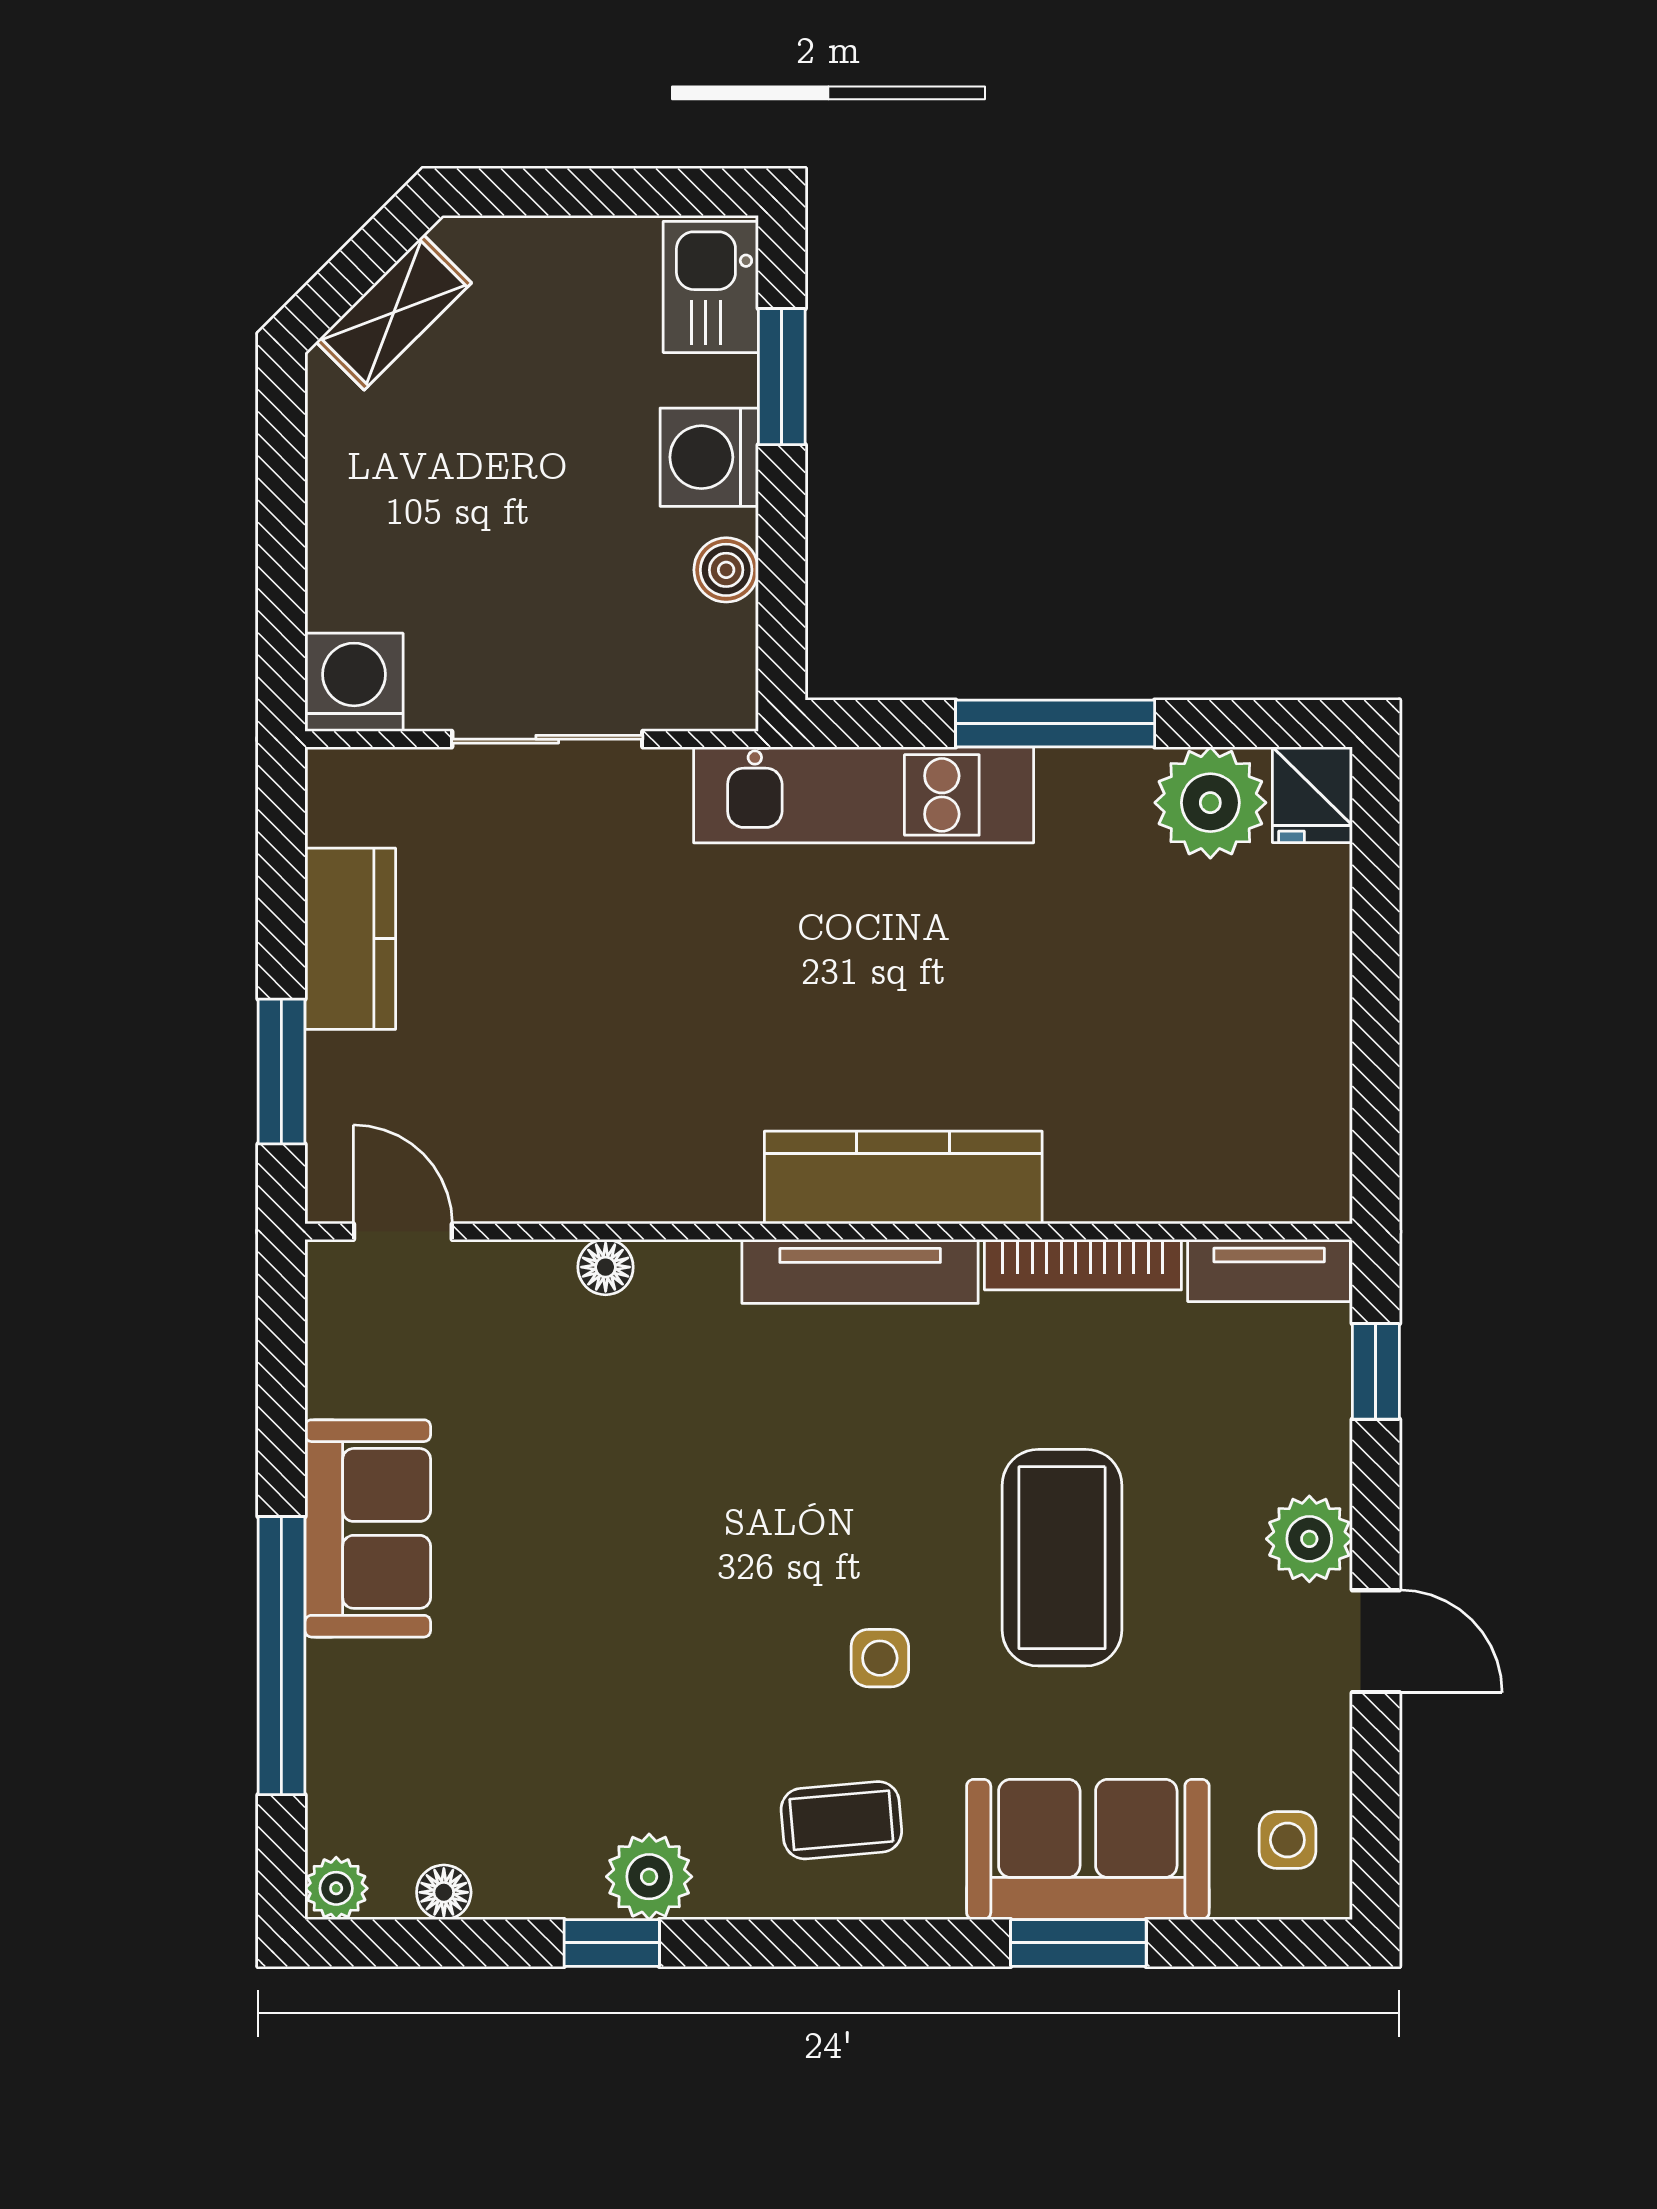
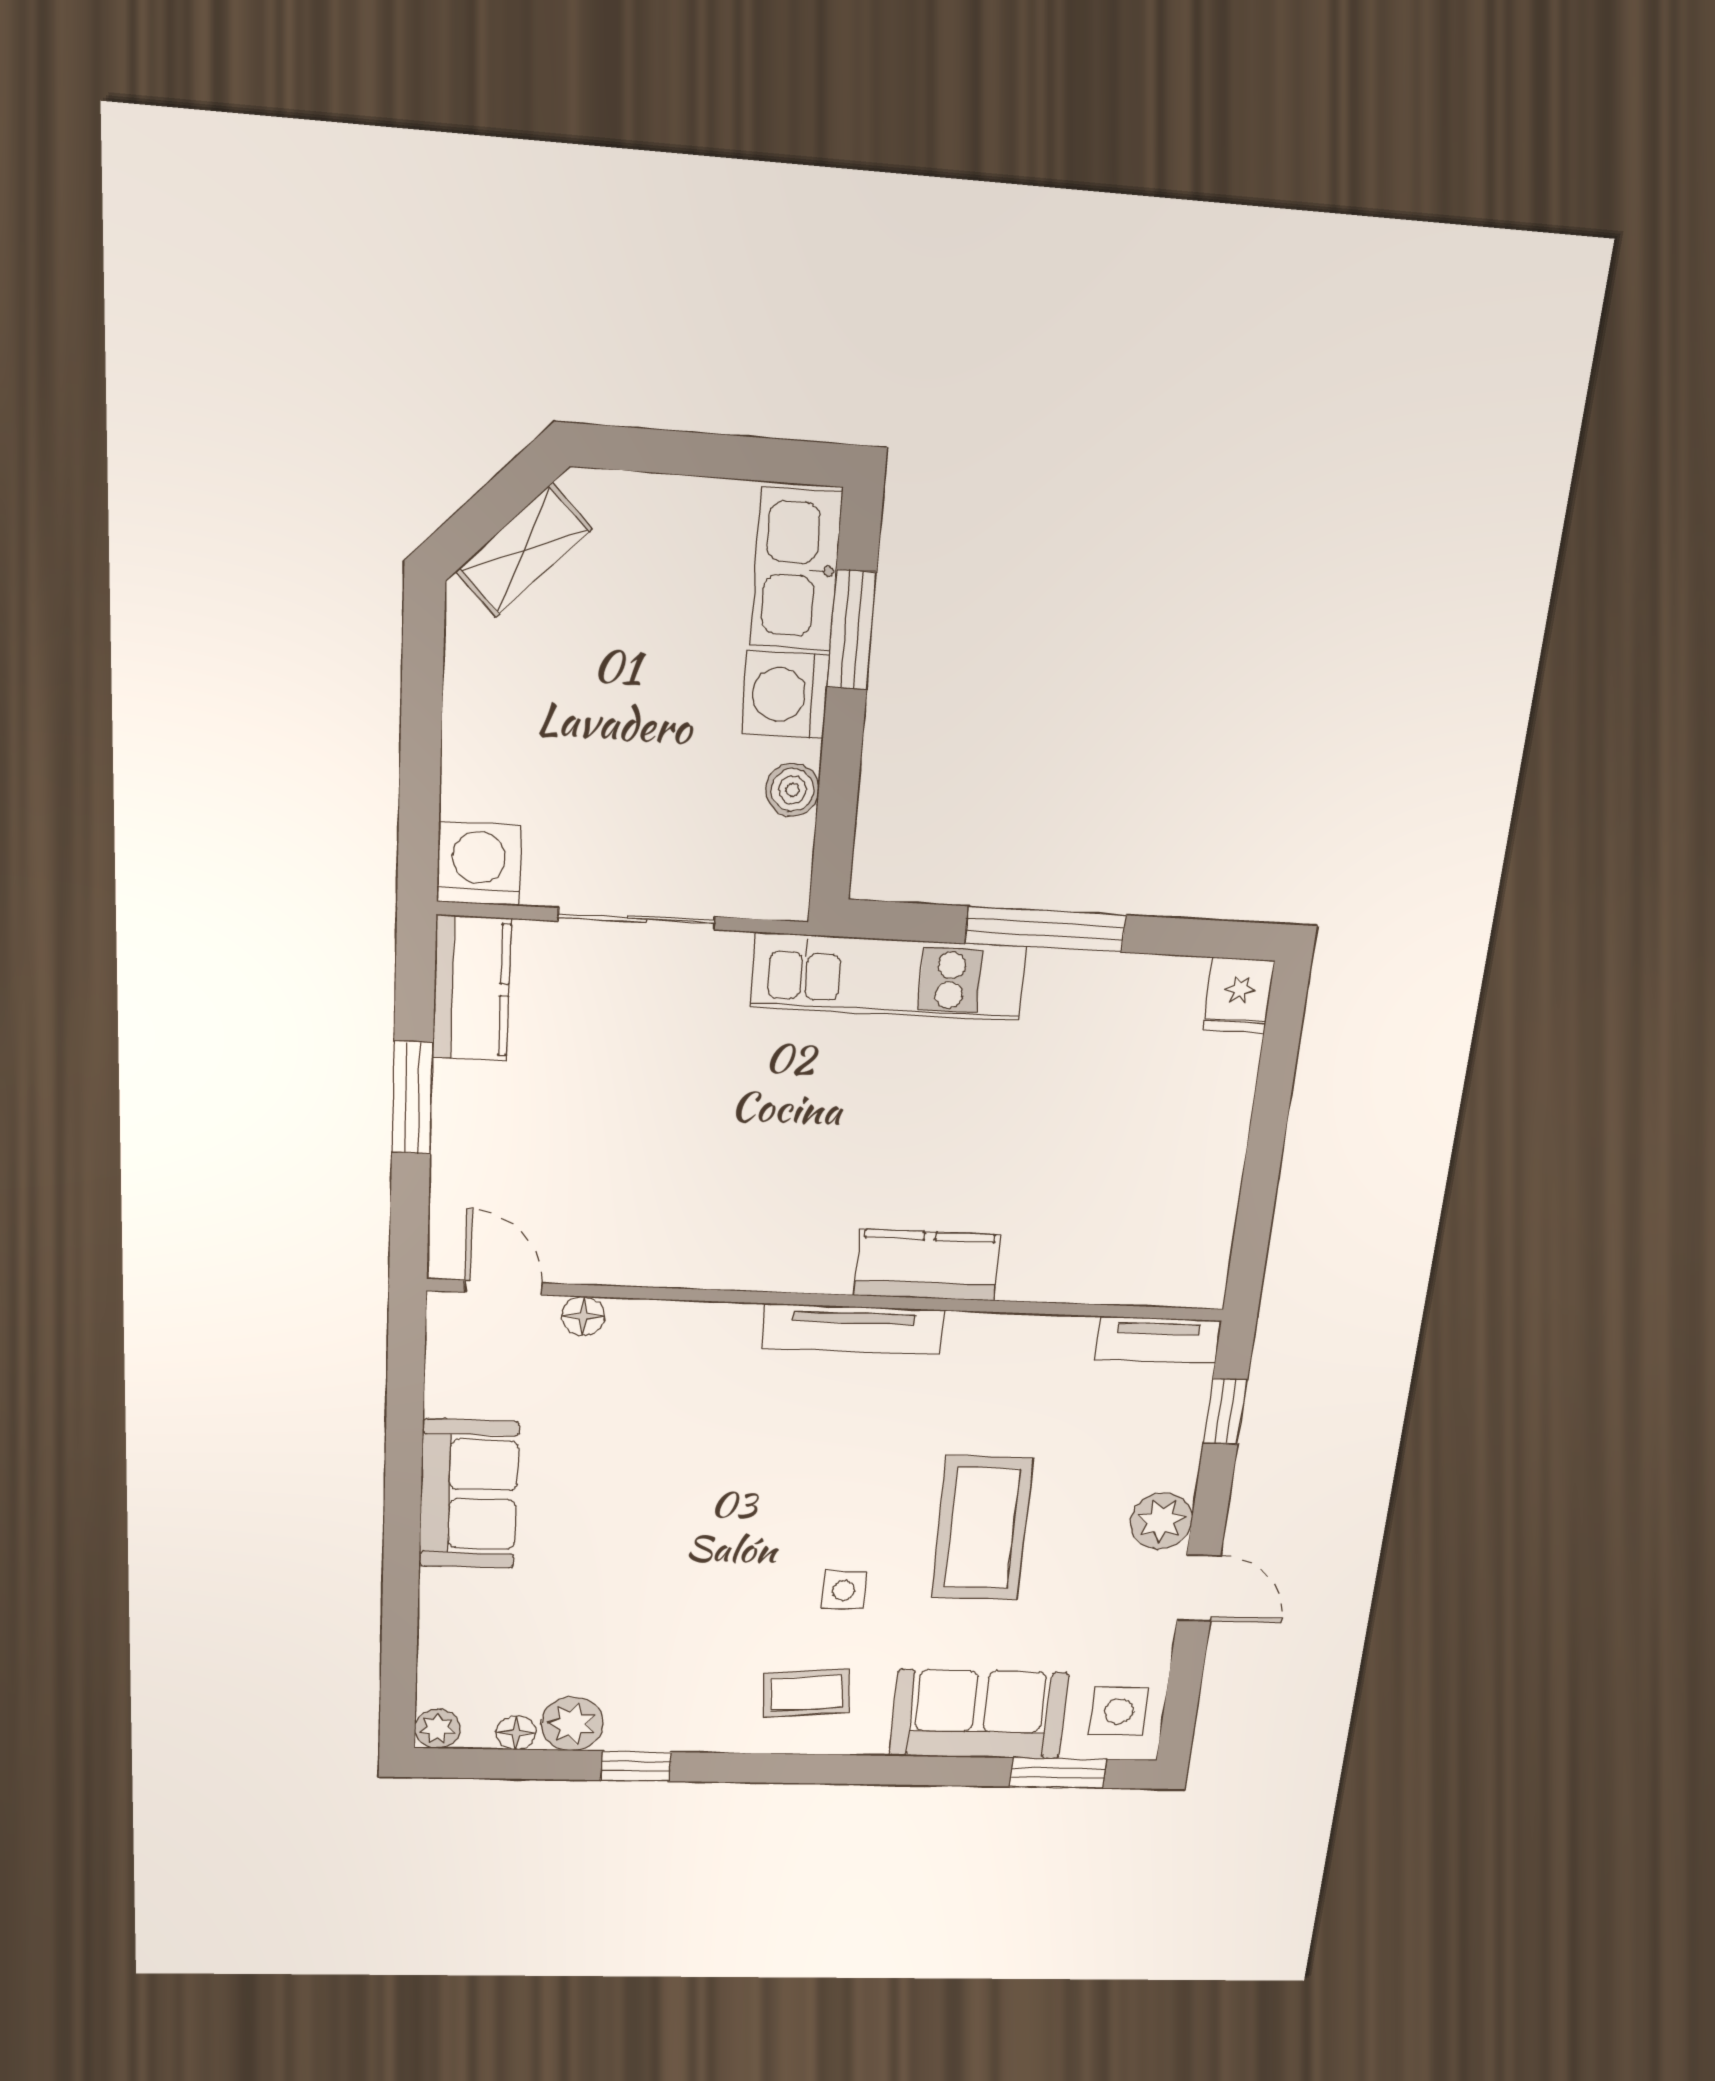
kitchen sink: (711, 287) -> (796, 569), width x1.38
plant: (1210, 803) -> (1159, 997), removed
kitchen counter: (350, 939) -> (472, 988), moved
window: (281, 1071) -> (412, 1098), moved
kitchen counter: (903, 1178) -> (927, 1265), width x0.67
bookcase: (1083, 1265) -> (1021, 1331), removed
floor lamp: (606, 1267) -> (583, 1316), moved
window: (281, 1656) -> (401, 1578), removed
side table: (1287, 1840) -> (1119, 1711), width x1.37, depth x1.37
plant: (649, 1877) -> (572, 1724), moved
window: (1078, 1943) -> (1058, 1773), moved

